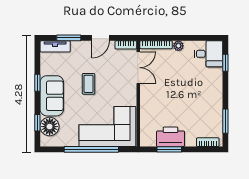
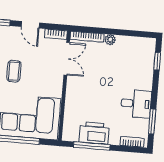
door: (101, 38) -> (30, 25), hinge flipped
desk: (208, 54) -> (136, 104), moved
window: (169, 149) -> (92, 146), width x1.44

